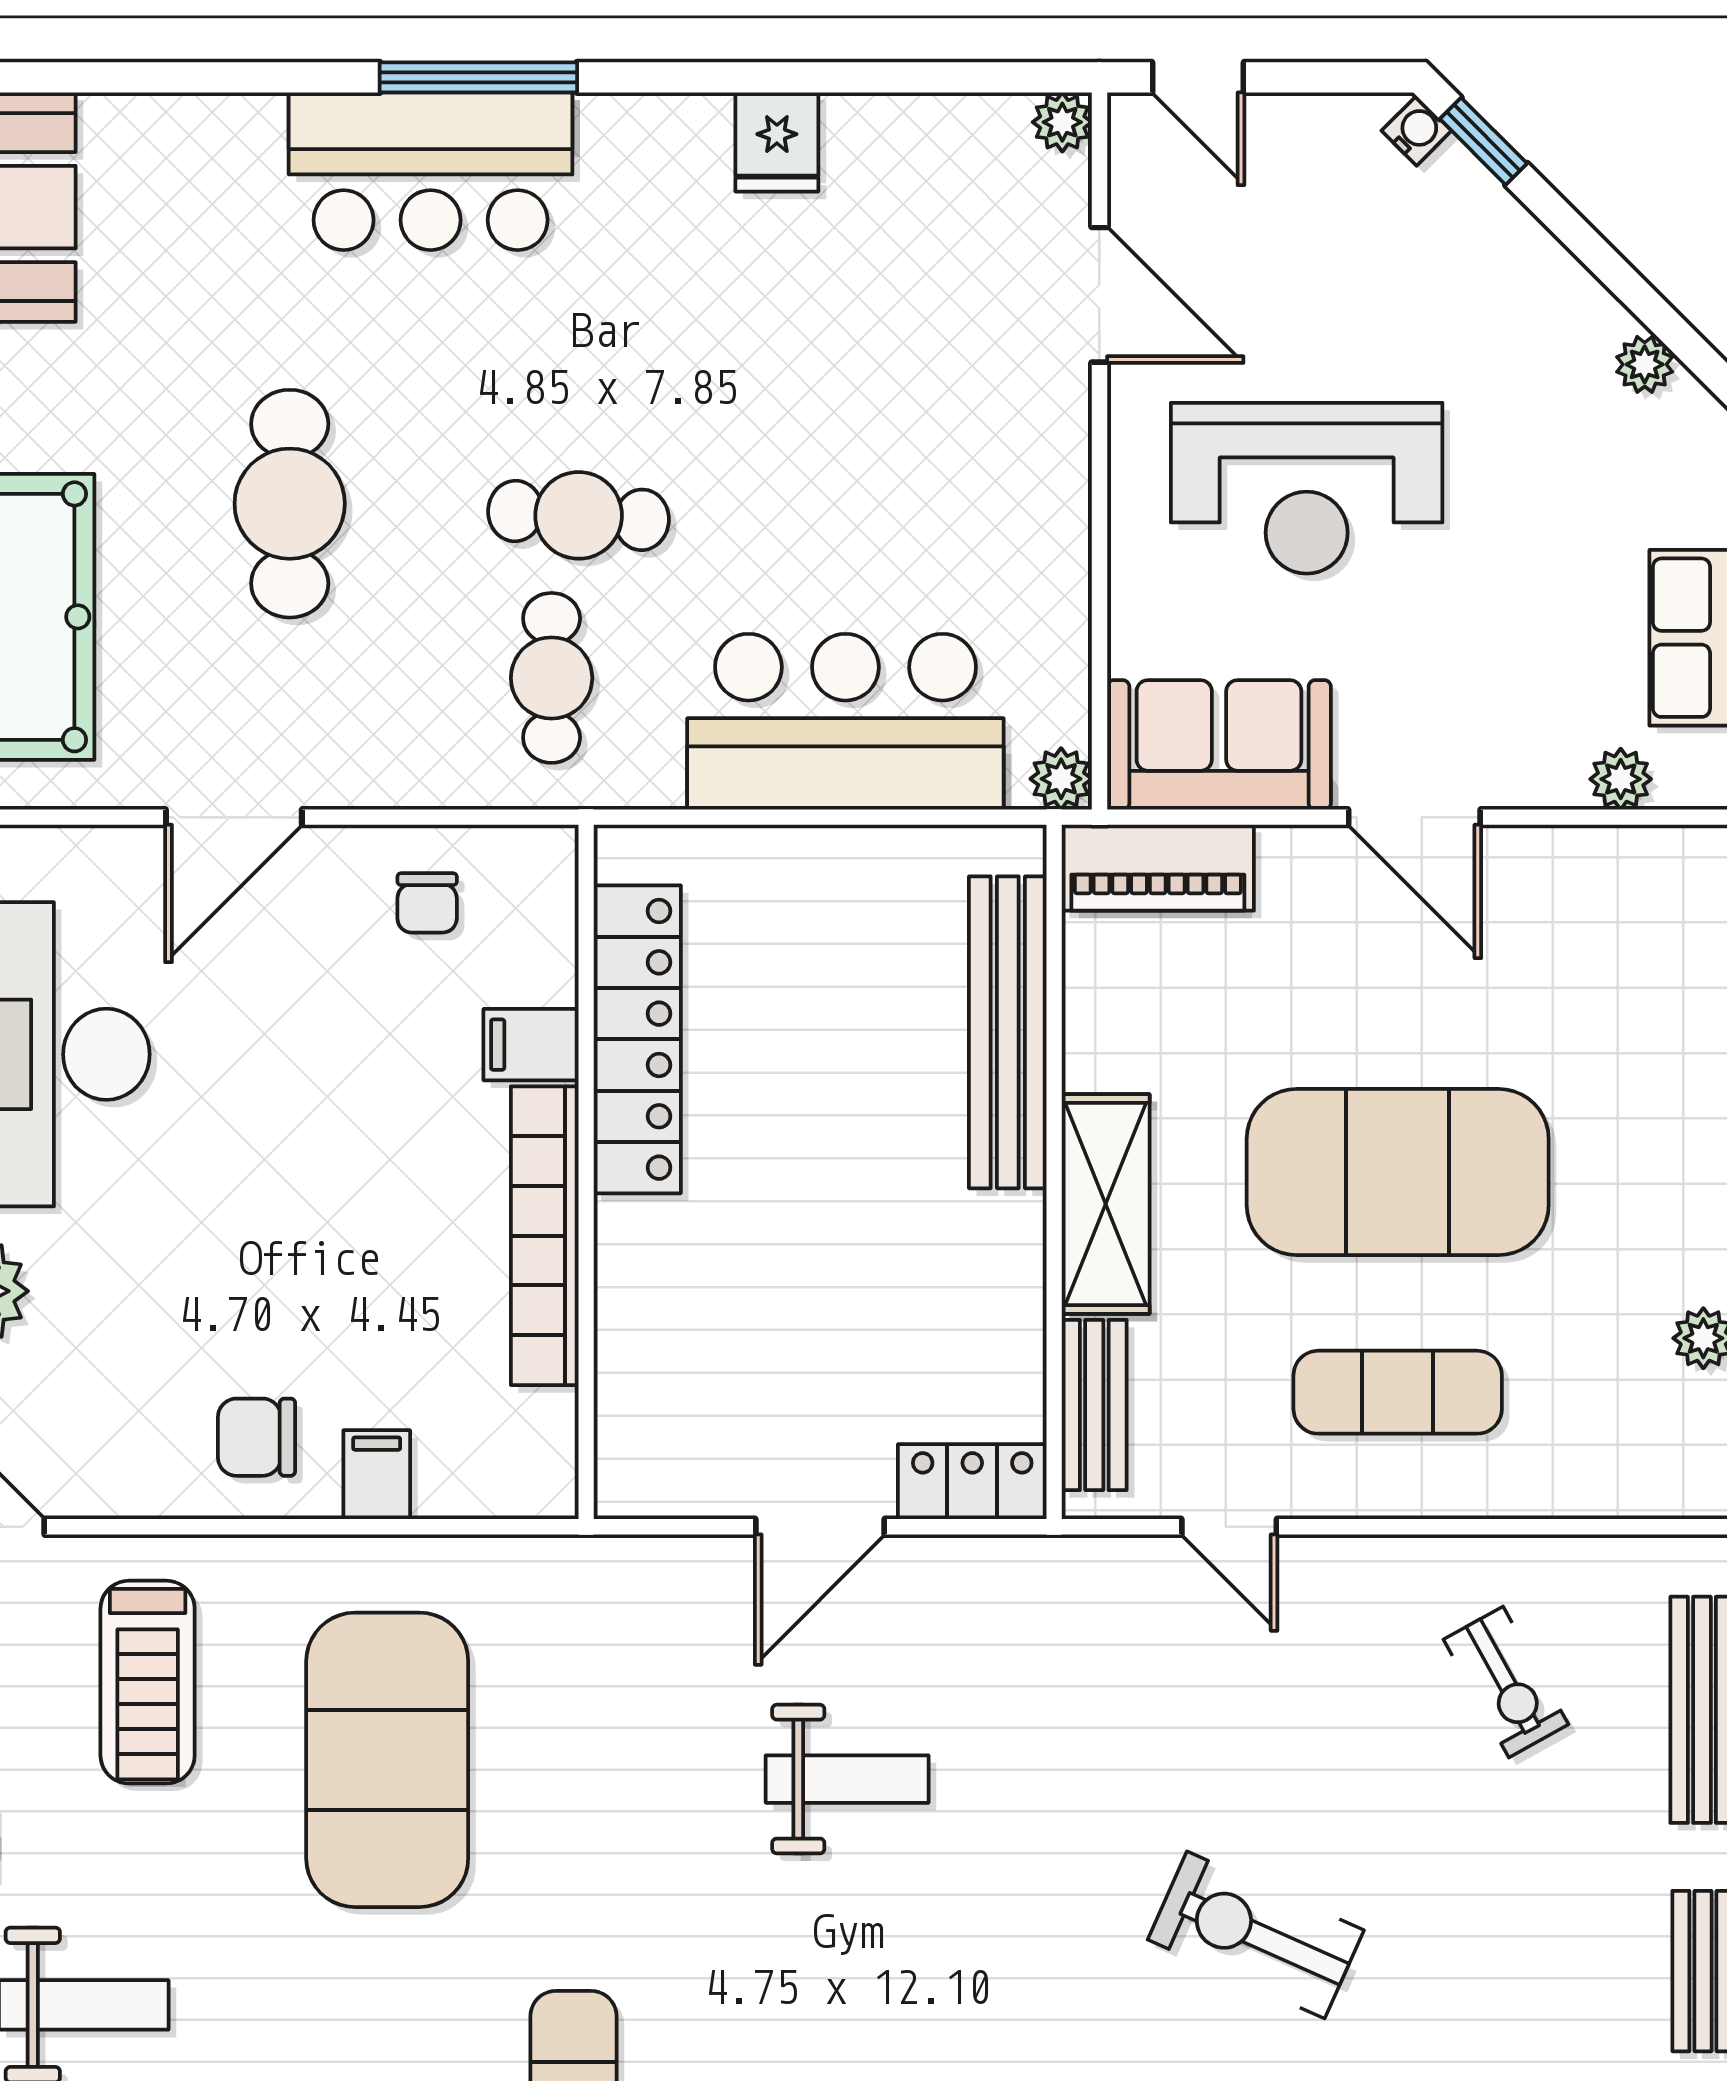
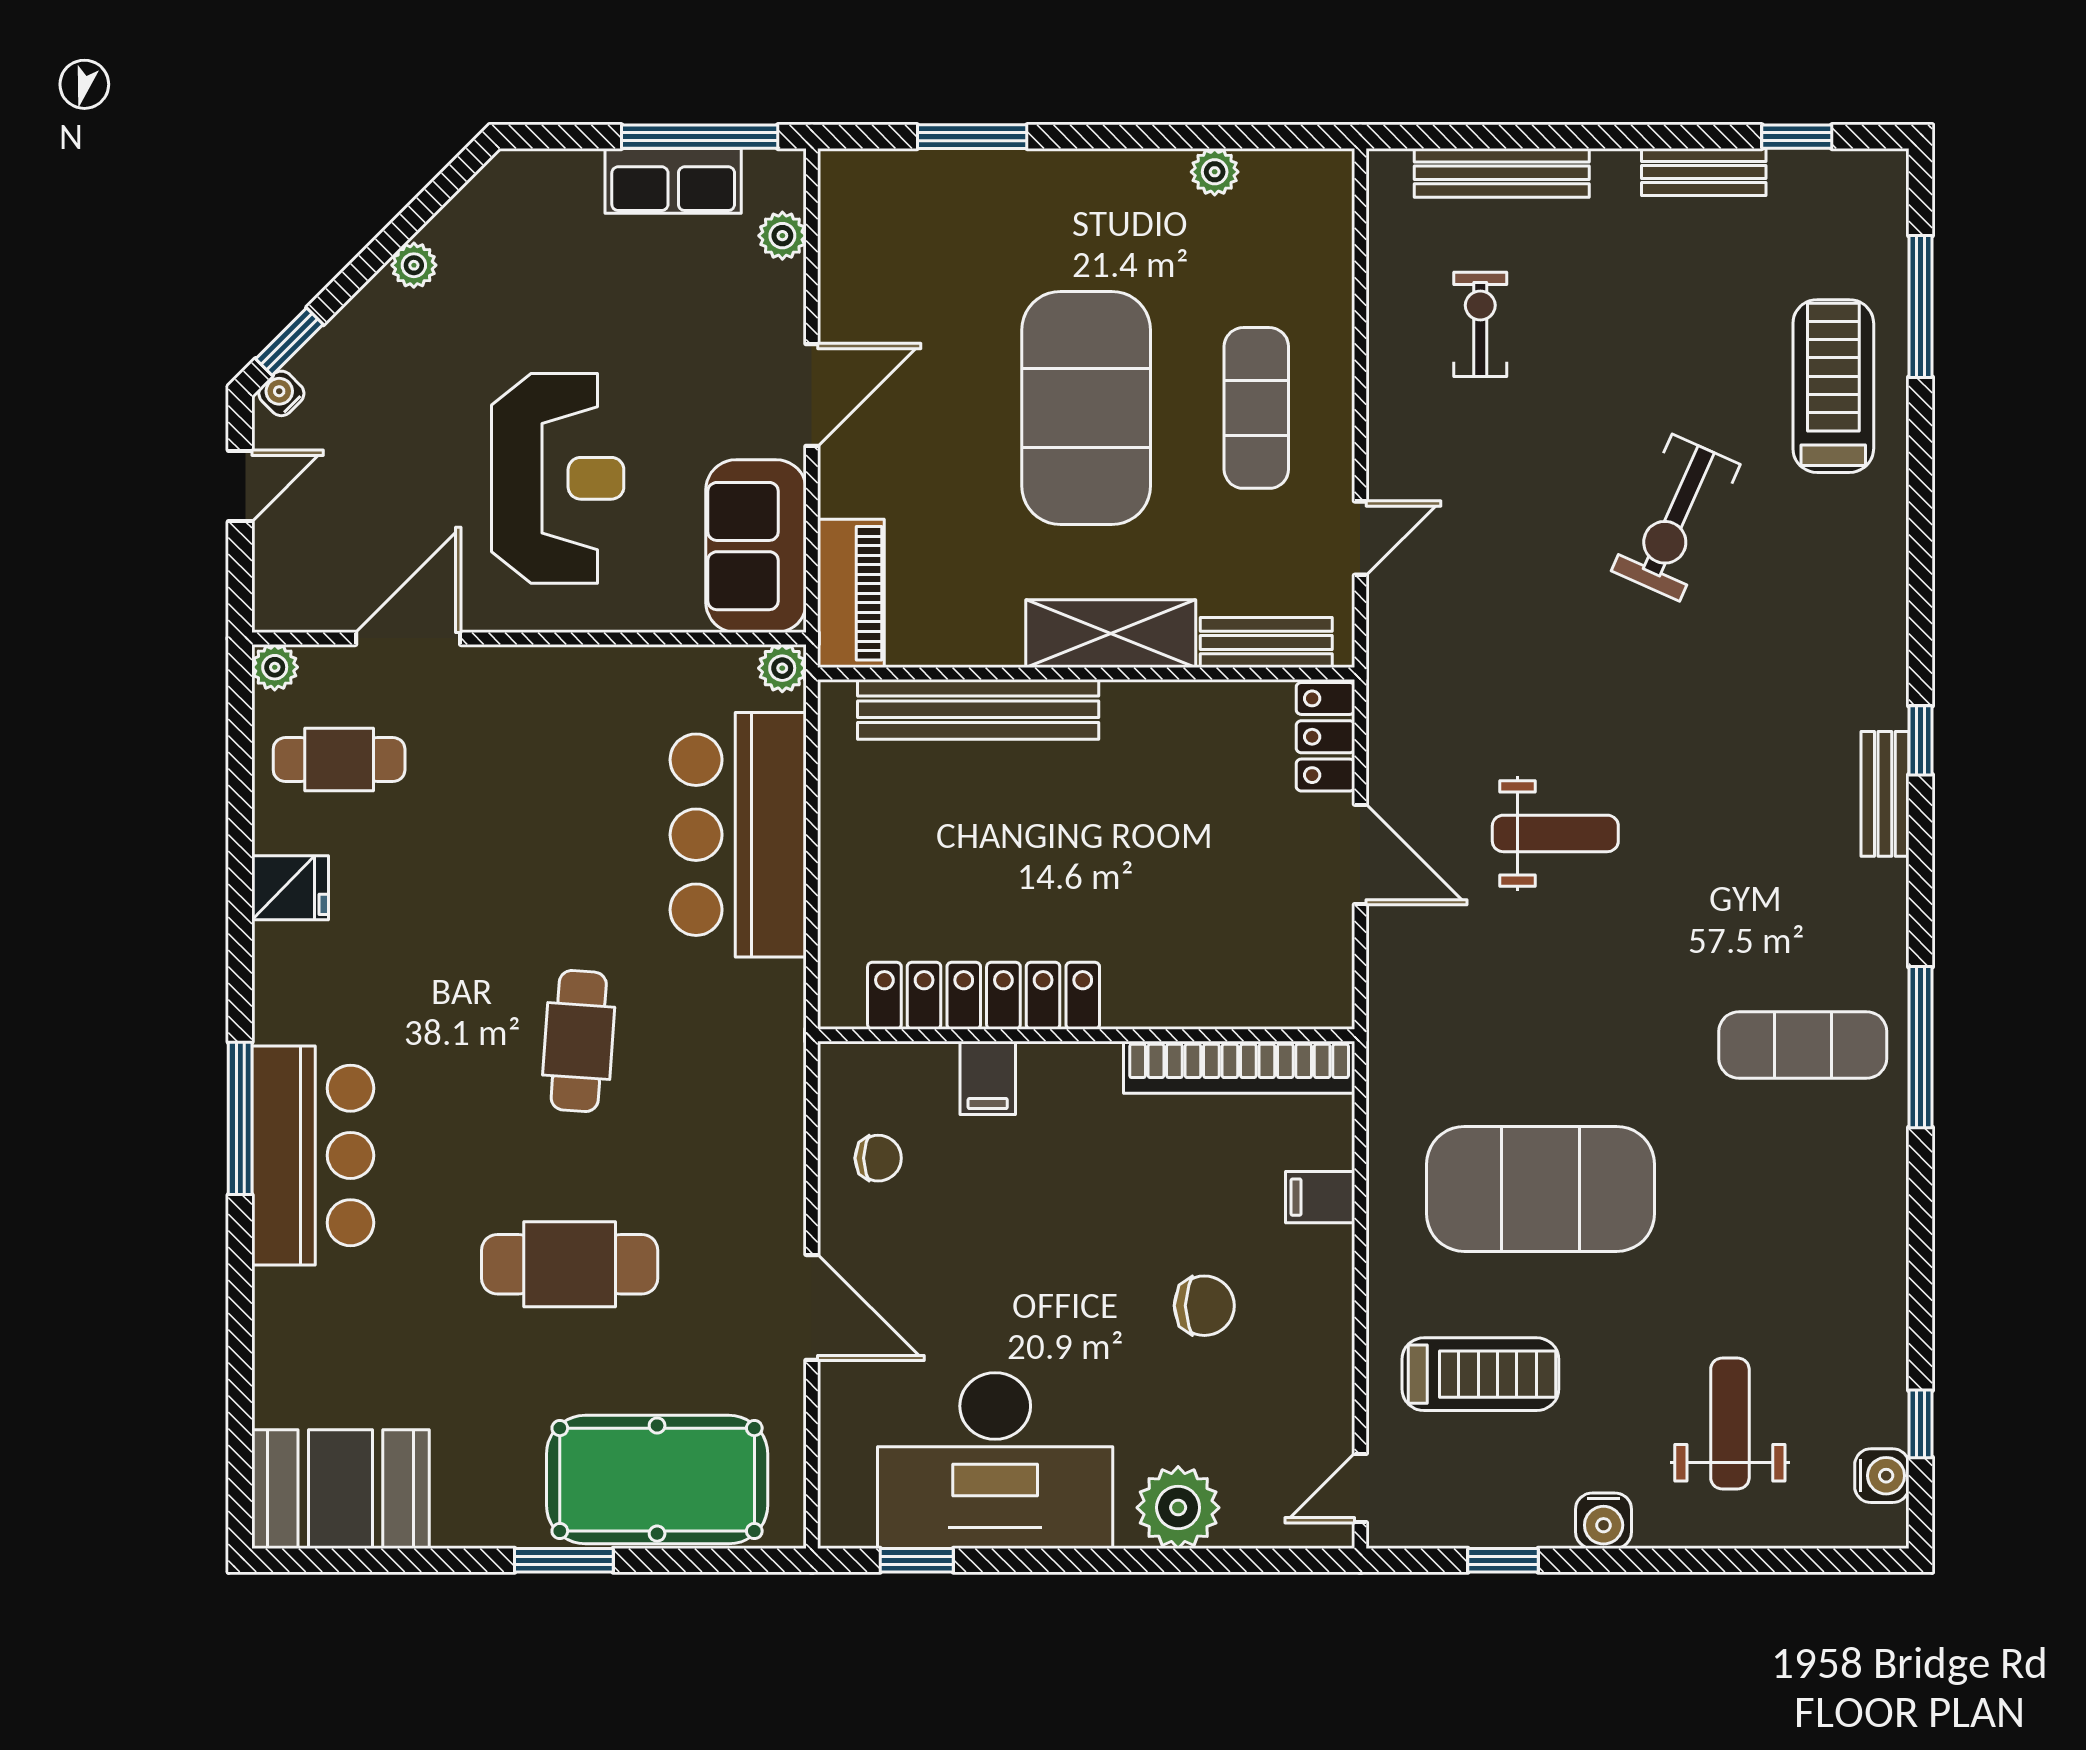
door: (1198, 77) -> (240, 486), moved
plant: (1645, 364) -> (414, 265), moved
cafe table: (552, 678) -> (339, 760), moved
bookcase: (545, 1236) -> (1239, 1067), moved
chair: (256, 1437) -> (1204, 1306), moved, turned -90
exercise bike: (1506, 1682) -> (1480, 324), turned -61
weight bench: (847, 1779) -> (1555, 833), turned 90

